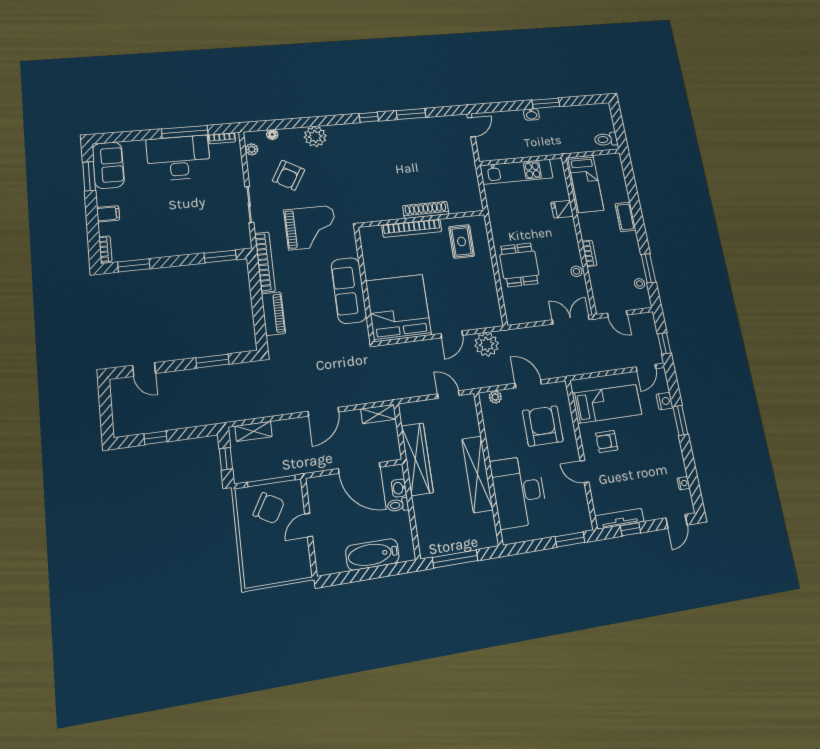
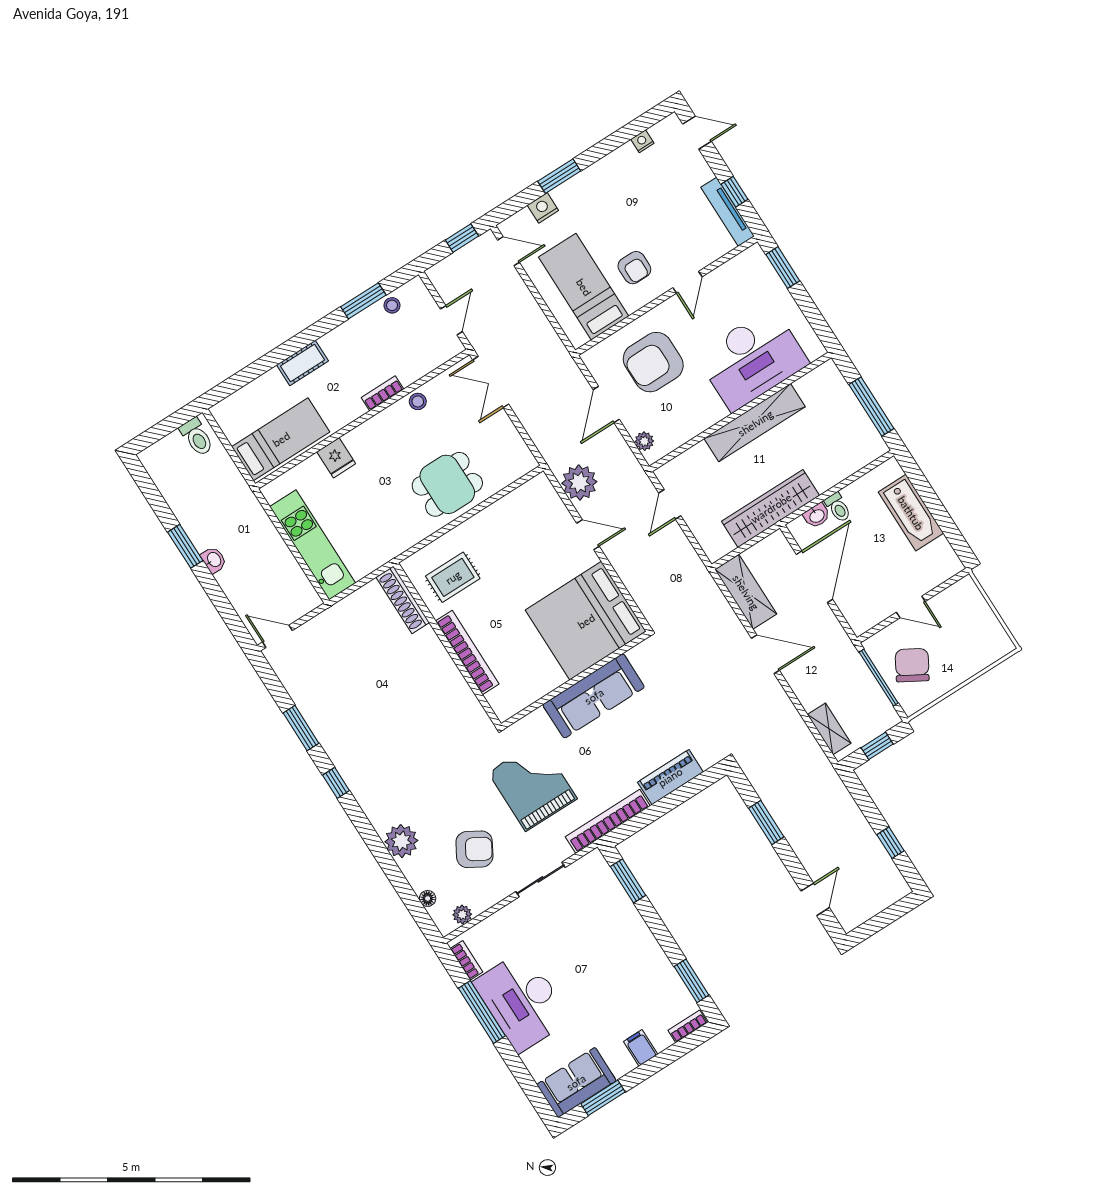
shoe rack: (426, 210) -> (403, 600), moved
shelving: (378, 414) -> (746, 592), width x1.50, depth x1.33

